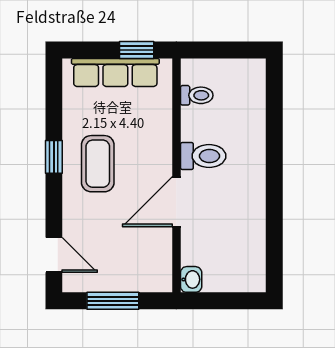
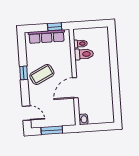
toilet: (203, 156) -> (84, 54), moved
coffee table: (98, 164) -> (42, 74), turned 64

